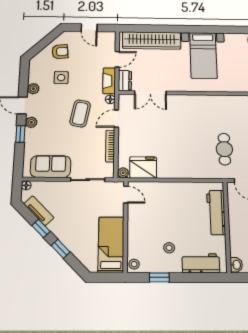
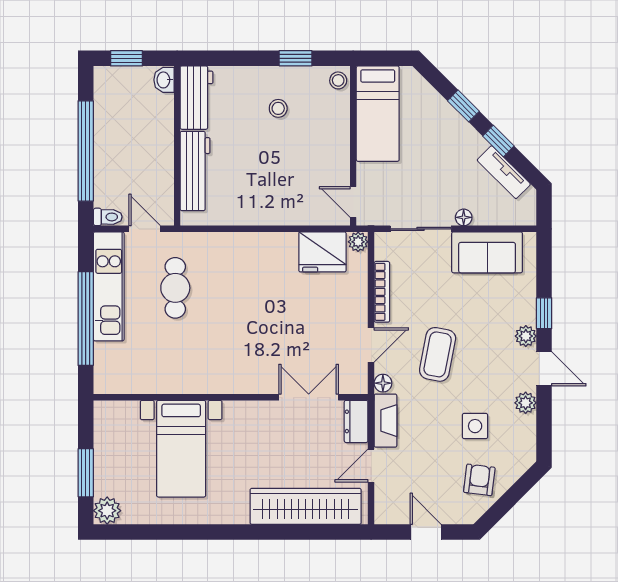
armchair: (60, 52) -> (479, 480), turned 102
bed with nightstands: (203, 55) -> (181, 449), moved, turned 180
floor lamp: (26, 185) -> (464, 217), moved
workbench: (201, 263) -> (196, 98), moved, turned -90

